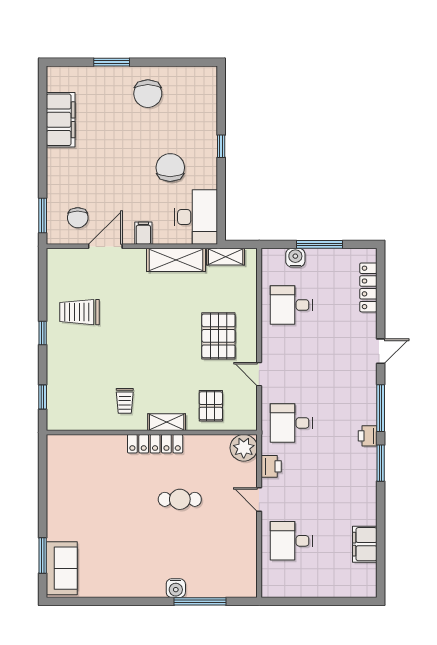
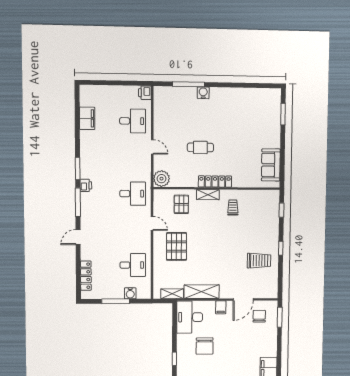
printer: (271, 466) -> (145, 93), moved
sofa: (62, 568) -> (271, 165), moved

